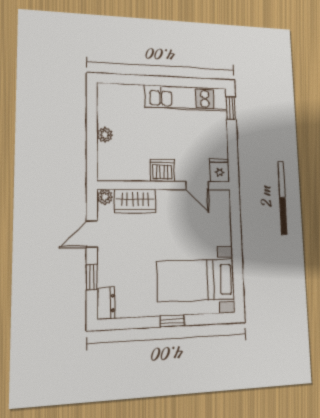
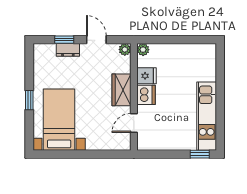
plant: (105, 135) -> (143, 50), moved
fridge: (220, 170) -> (147, 76), moved
wardrobe: (135, 201) -> (121, 90), moved
dresser: (106, 303) -> (68, 50), moved

